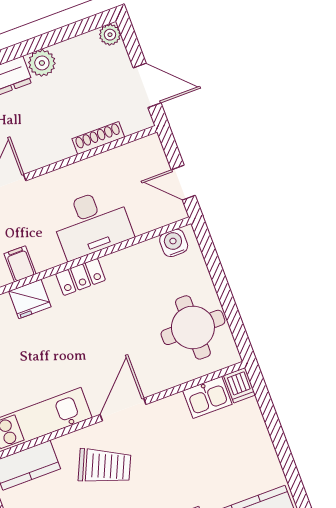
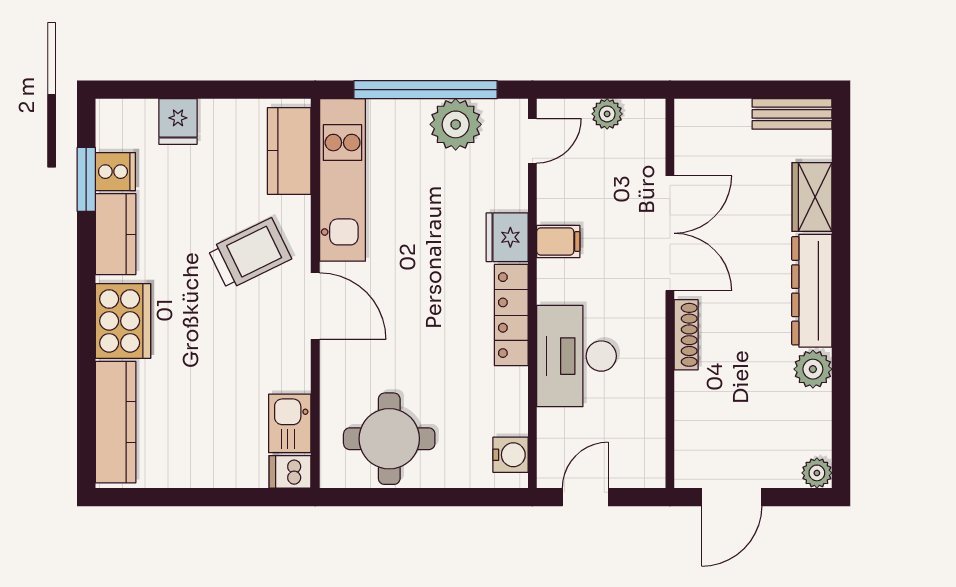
shoe rack: (98, 138) -> (686, 335), moved
locker: (81, 277) -> (511, 315), width x1.53
trolley: (105, 466) -> (250, 254), turned -140

